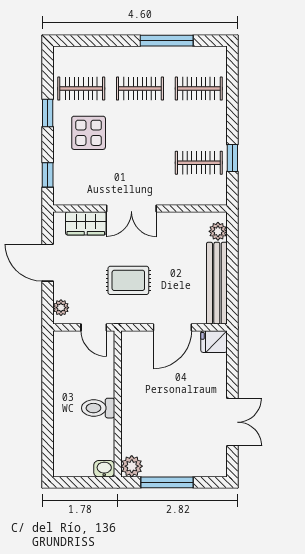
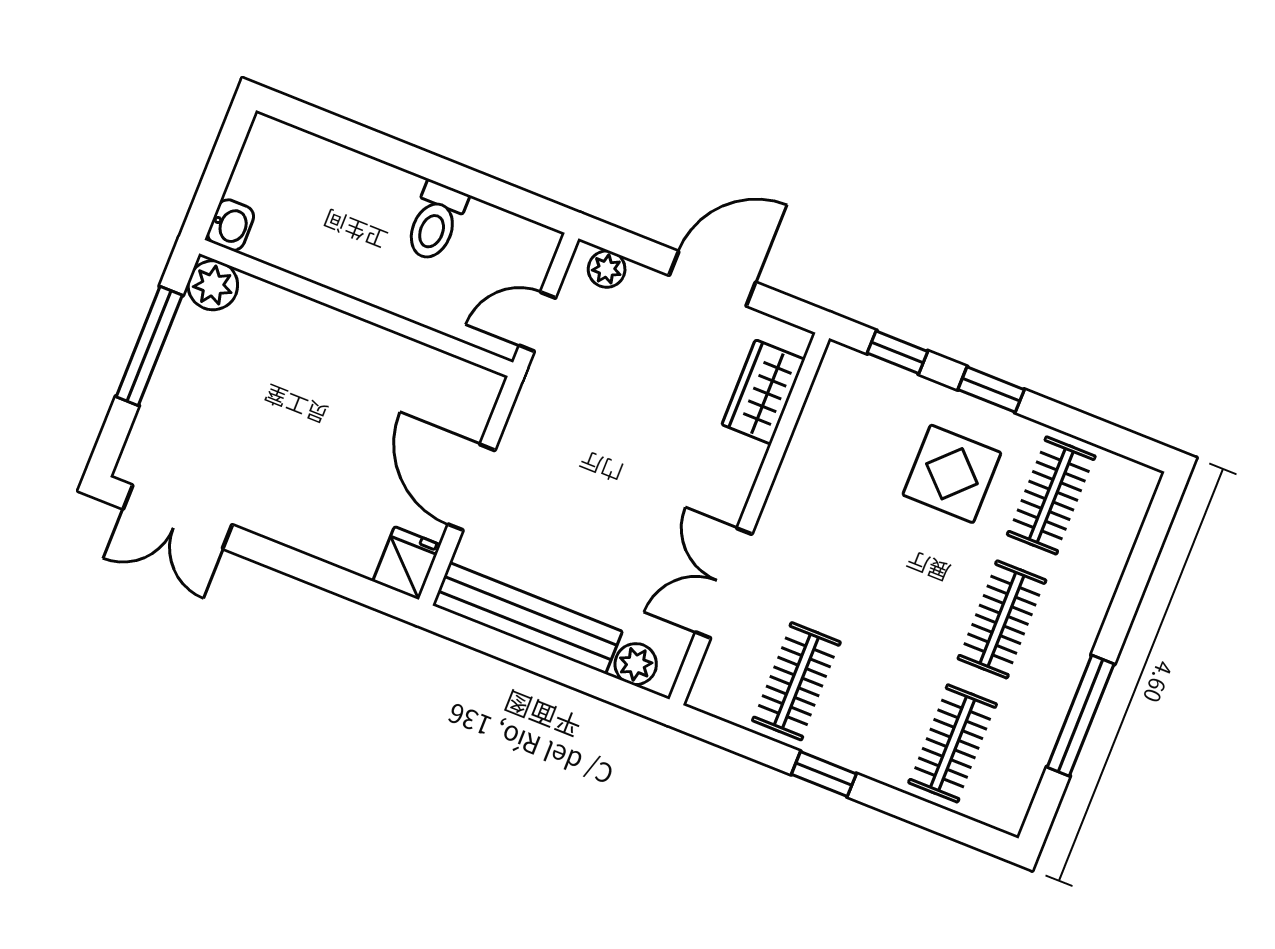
window: (48, 113) -> (991, 390), moved
window: (232, 158) -> (824, 774), moved
double door: (131, 208) -> (724, 583), moved
rug: (128, 280) -> (607, 434), removed
toilet: (98, 408) -> (435, 221), moved, turned 180
double door: (232, 422) -> (178, 517), moved

